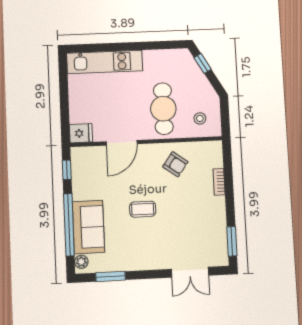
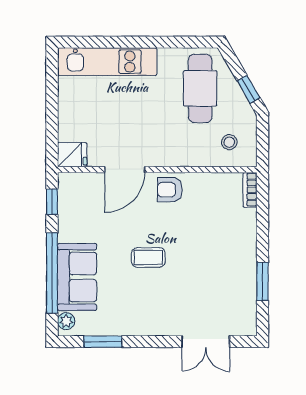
window: (203, 63) -> (249, 89), moved
cafe table: (163, 109) -> (200, 88), moved
armchair: (175, 164) -> (170, 190), moved, turned 144
bookcase: (219, 182) -> (250, 190), moved
window: (232, 241) -> (263, 281), moved

